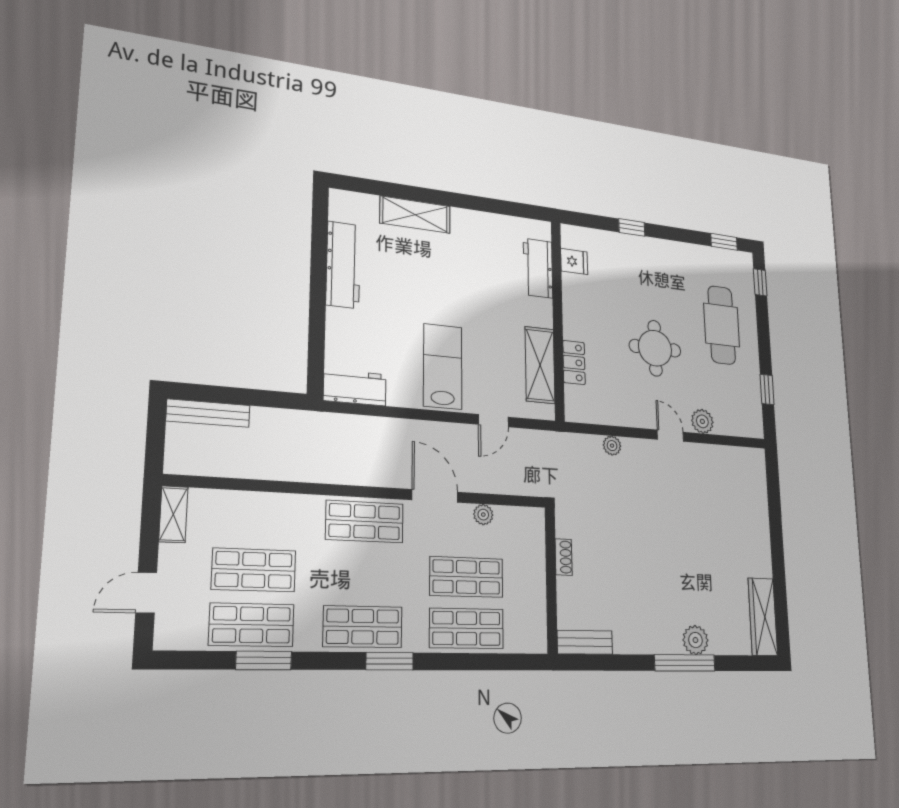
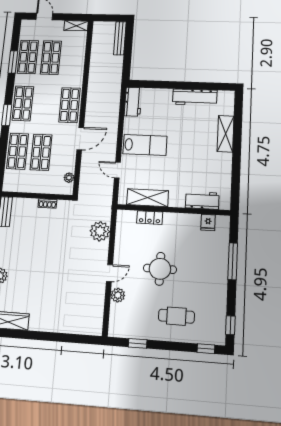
window: (632, 227) -> (233, 261), width x2.17
cafe table: (722, 325) -> (176, 316), width x0.73, depth x0.74
plant: (612, 446) -> (100, 231), width x1.87, depth x1.87
plant: (483, 515) -> (69, 178), moved

